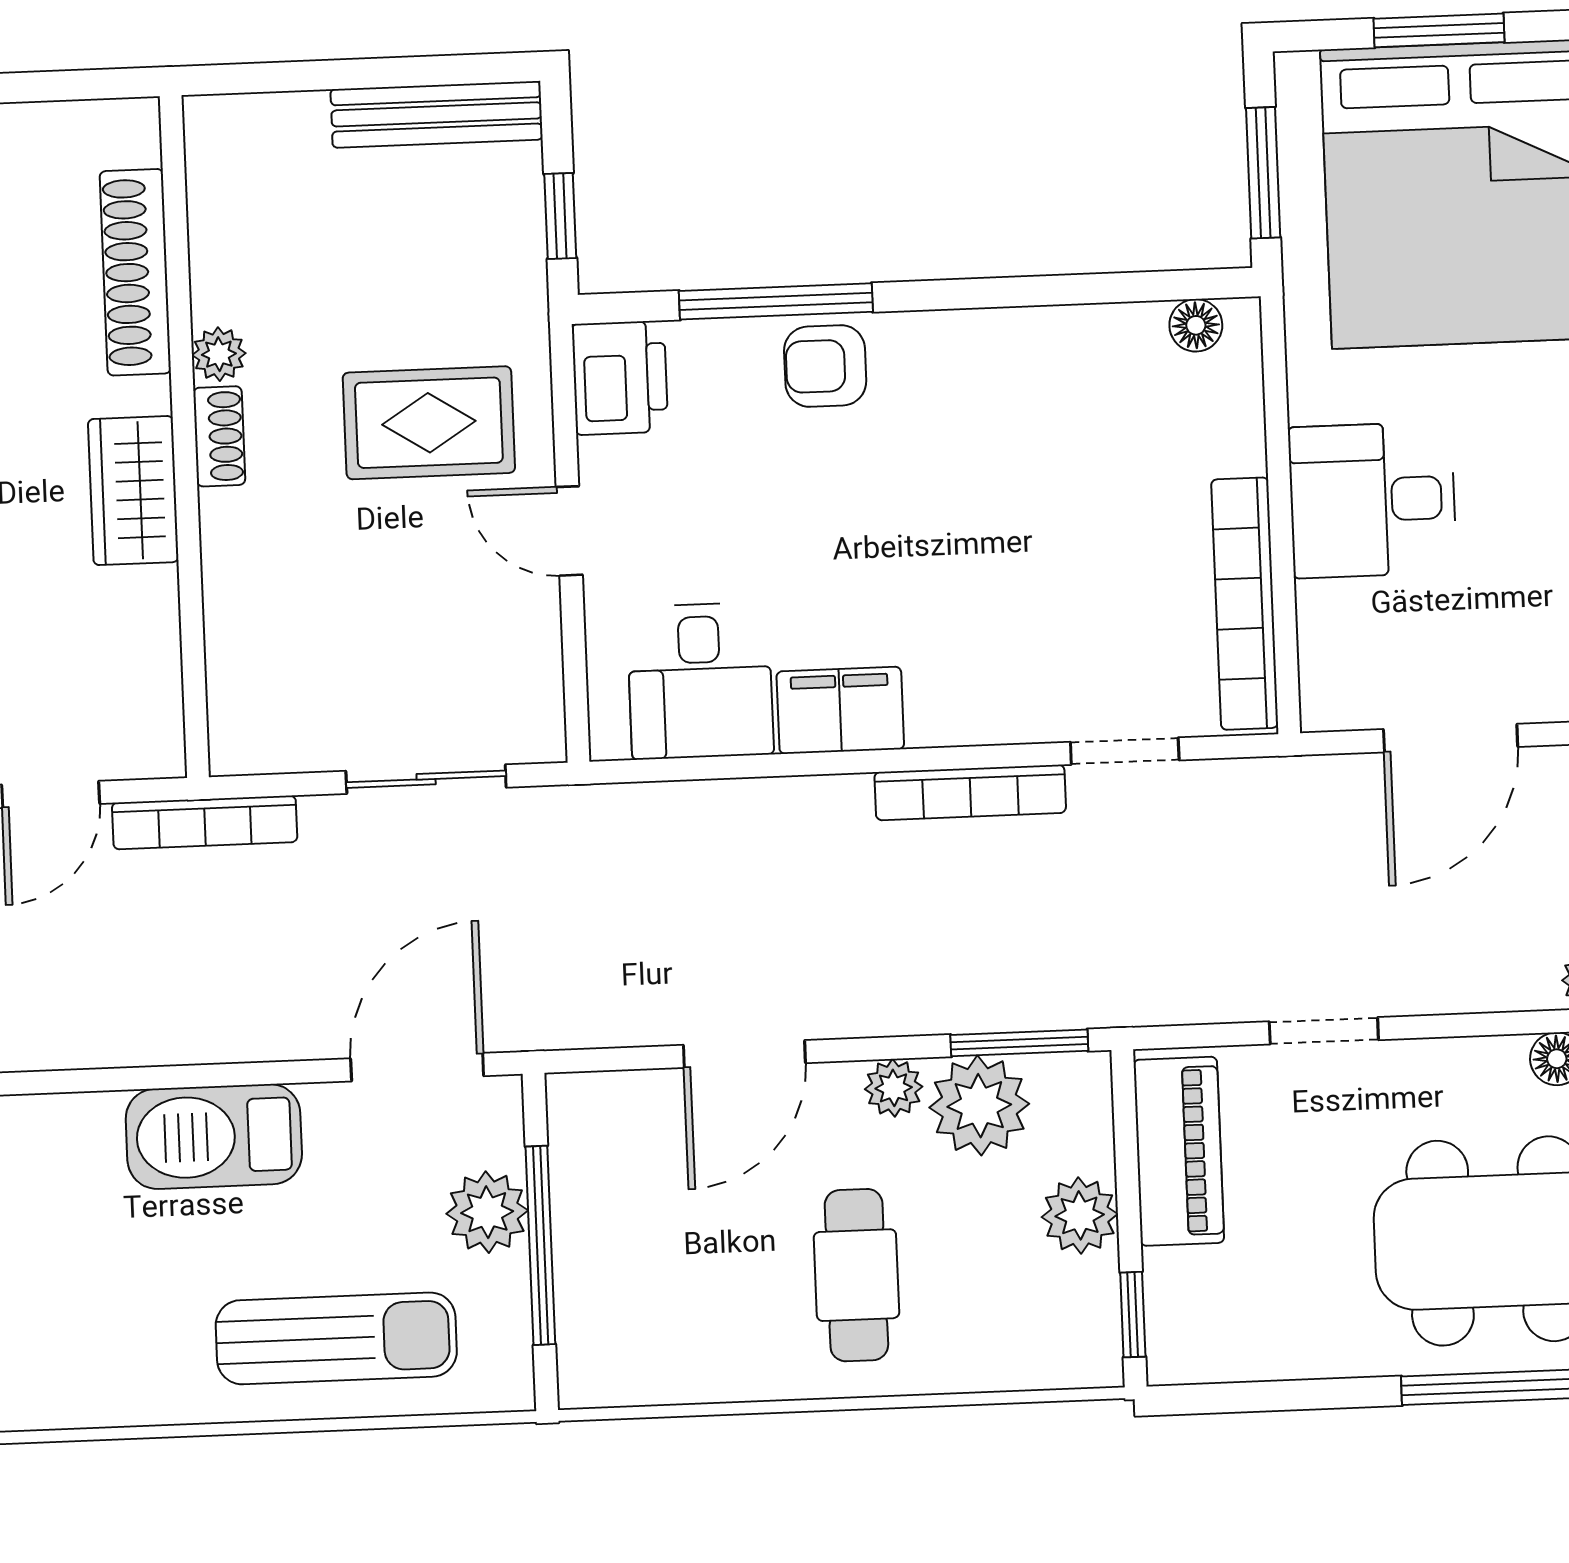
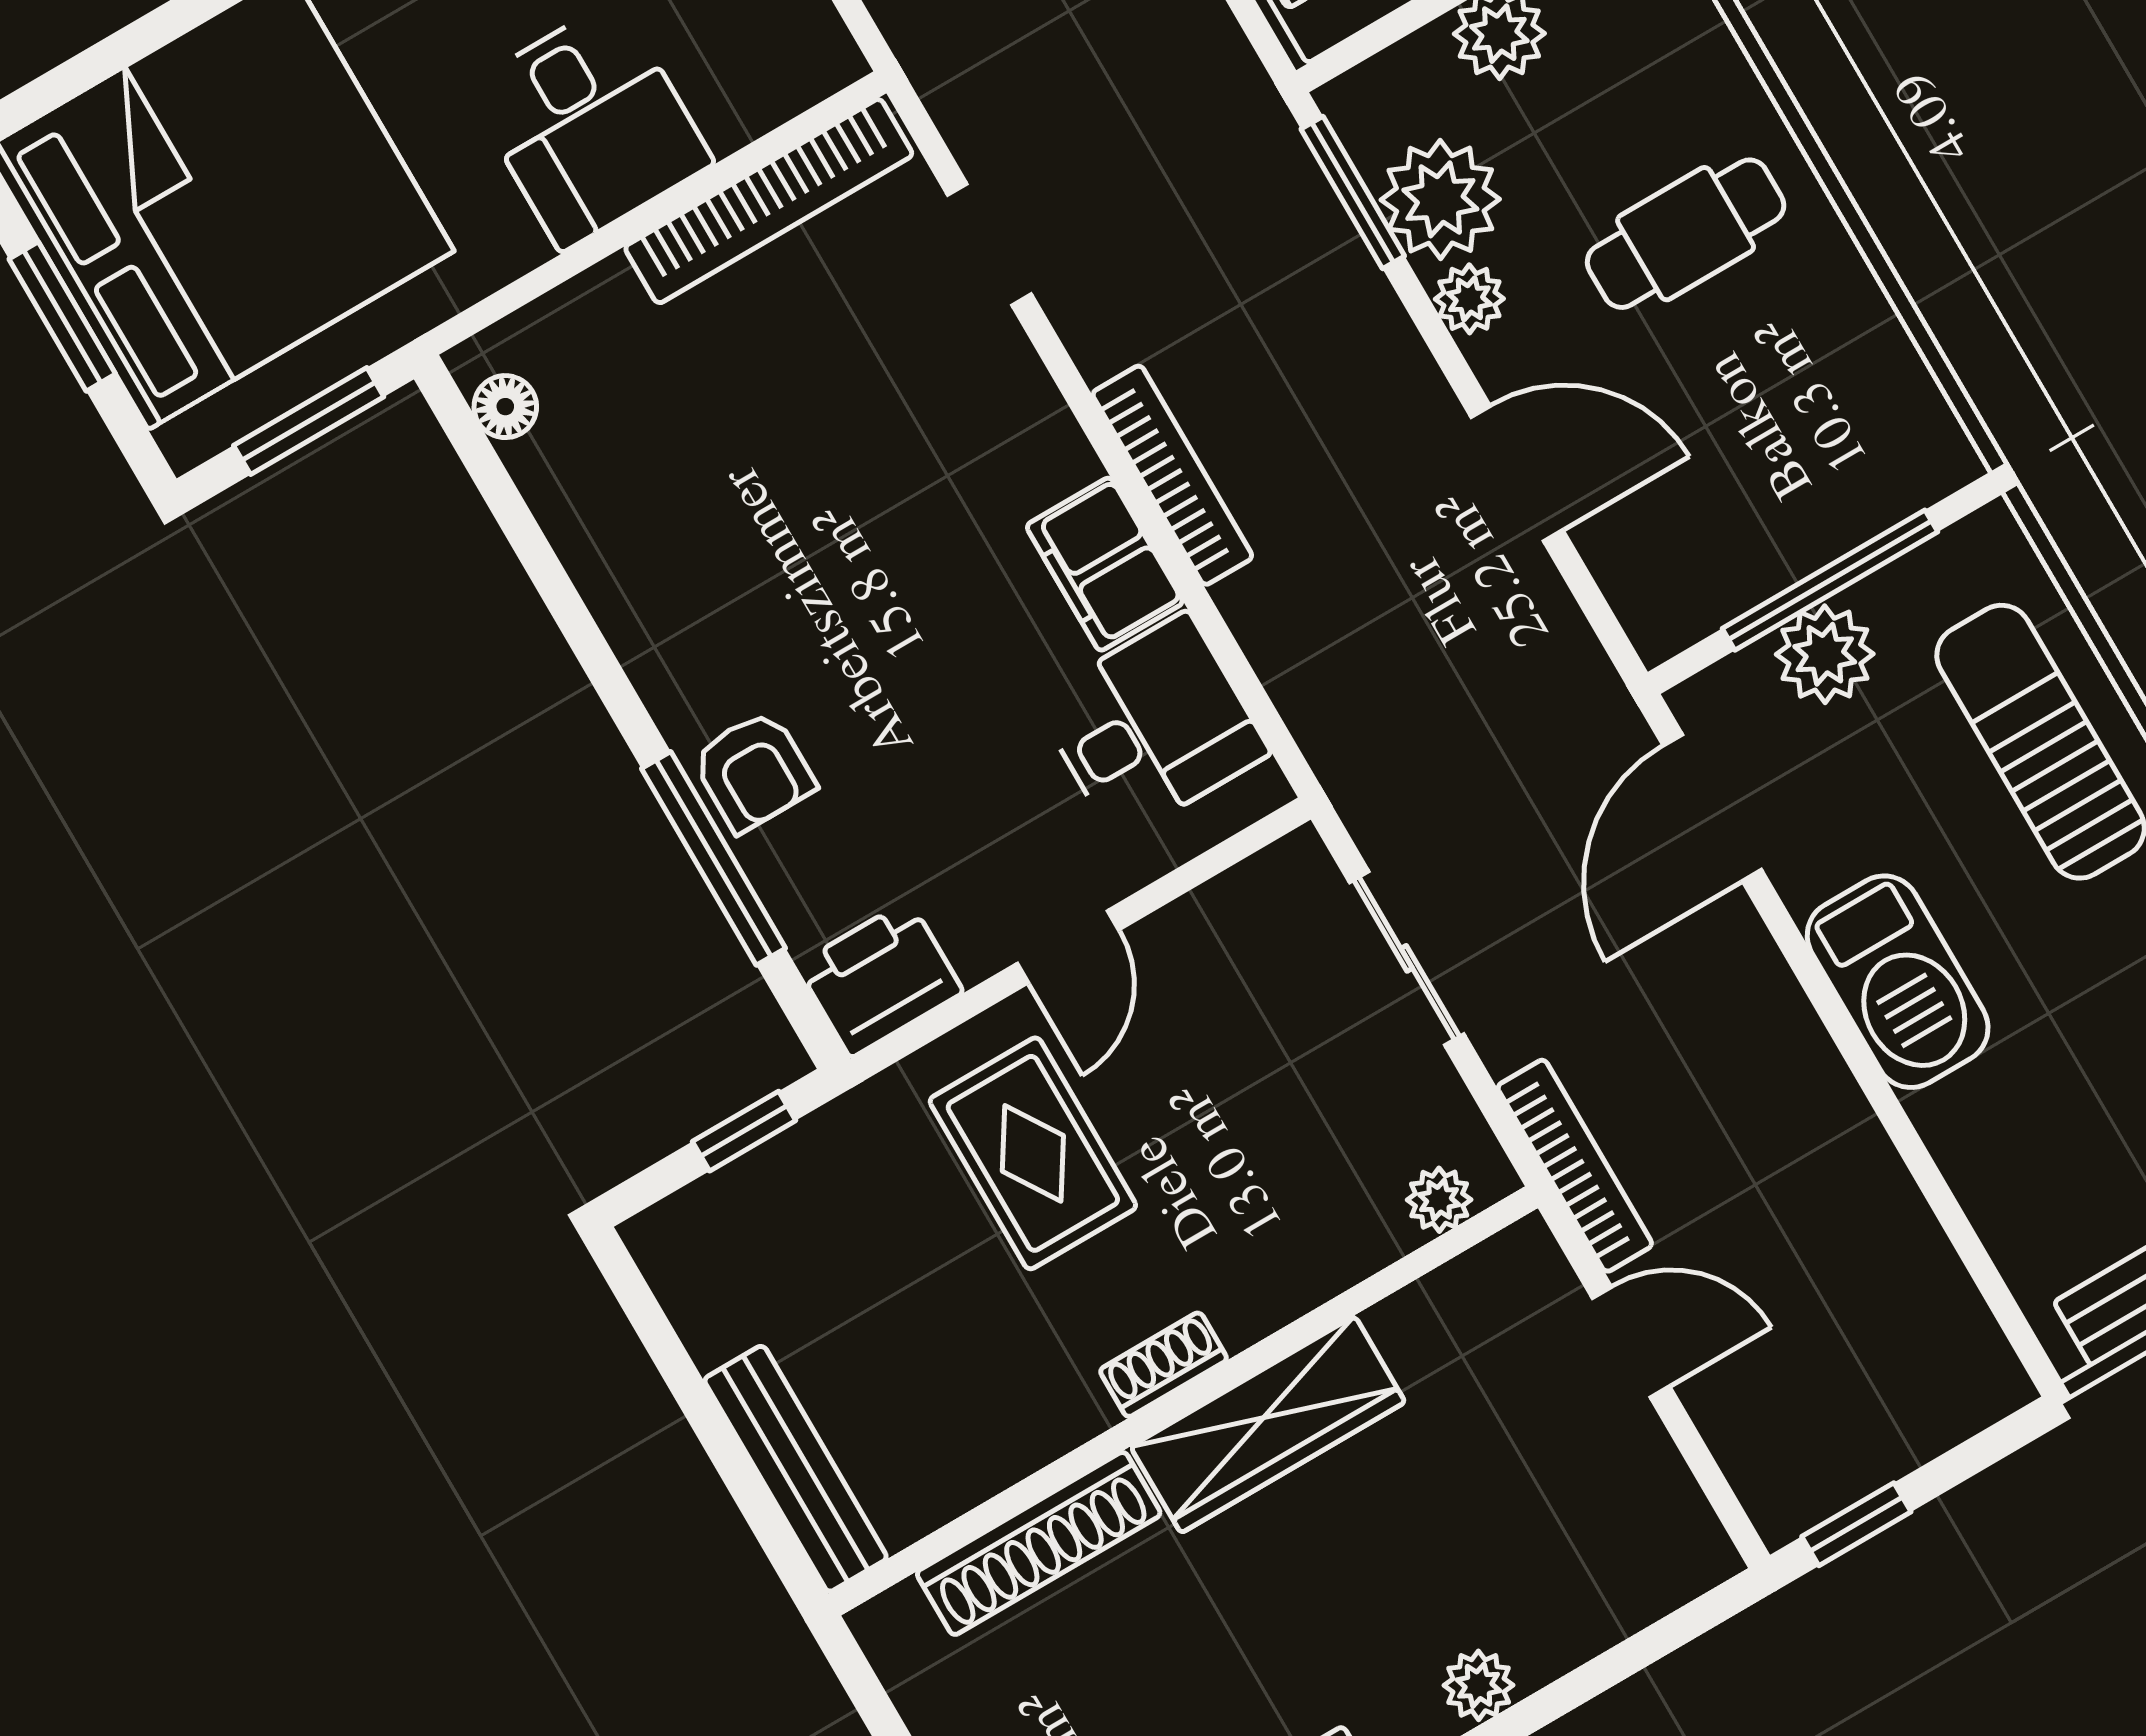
bench: (437, 114) -> (796, 1469), moved
plant: (219, 354) -> (1439, 1200), moved
wardrobe: (133, 491) -> (1268, 1424), width x1.50
bookcase: (970, 792) -> (1172, 475), moved
door: (417, 1067) -> (1712, 808), hinge flipped

